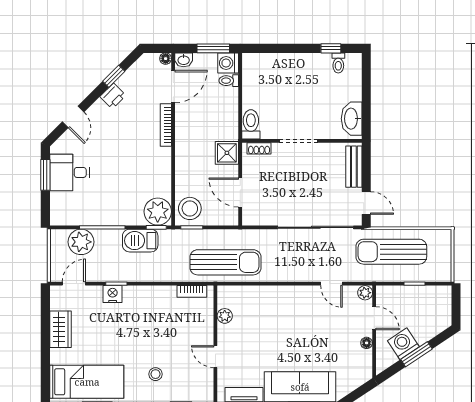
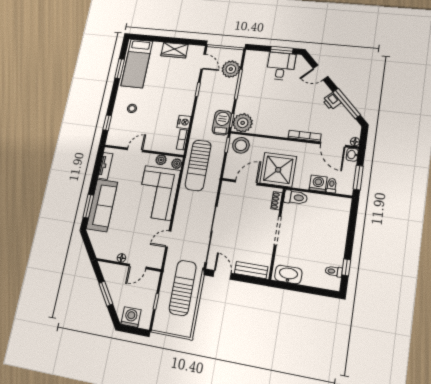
washing machine: (228, 63) -> (318, 183), moved
window: (114, 76) -> (347, 103), width x2.17
shower: (227, 153) -> (278, 170), width x1.86, depth x1.86
door: (366, 203) -> (222, 275), swing flipped
barbecue: (140, 241) -> (222, 123), moved
plant: (365, 293) -> (177, 164), moved
nightstand: (113, 294) -> (184, 122), moved
corner sofa: (271, 311) -> (158, 193), added
washing machine: (403, 344) -> (131, 317), moved, turned -56

